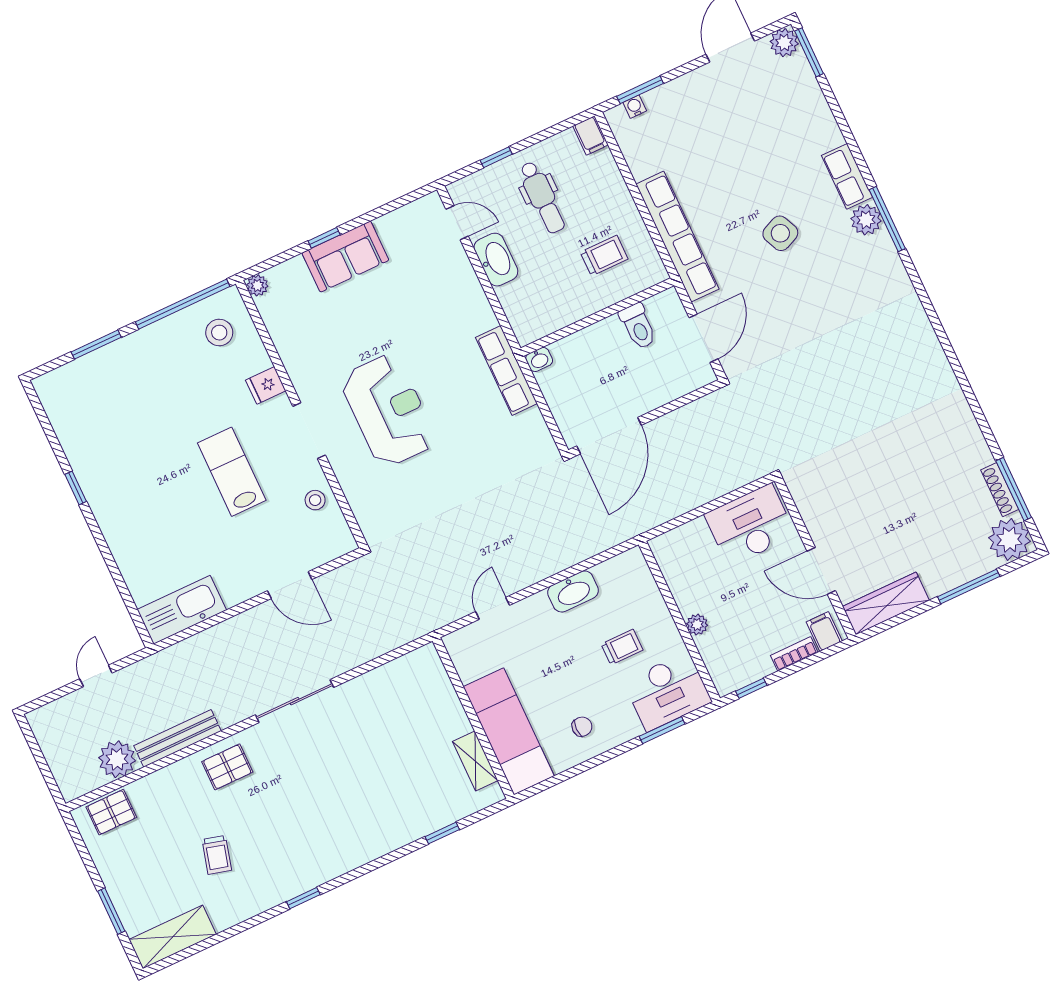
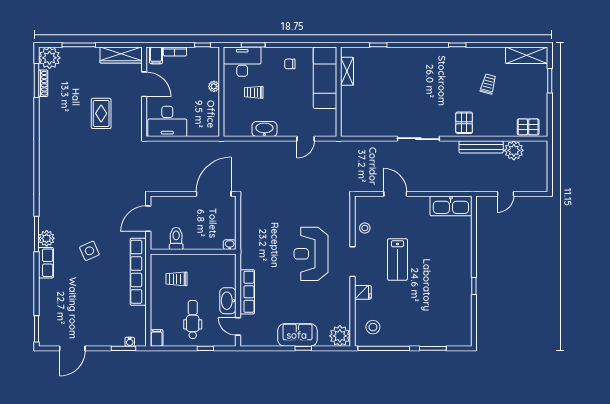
plant: (784, 43) -> (46, 339), removed
plant: (257, 285) -> (340, 336), width x1.88, depth x1.88
row of seats: (506, 371) -> (247, 292), moved
rug: (873, 484) -> (101, 113), added
pallet: (227, 767) -> (464, 123), turned 90

